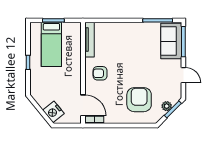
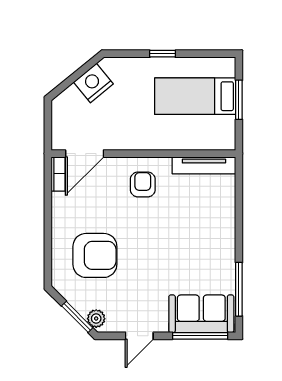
plant: (167, 106) -> (96, 319), moved
nightstand: (53, 112) -> (93, 83), moved

